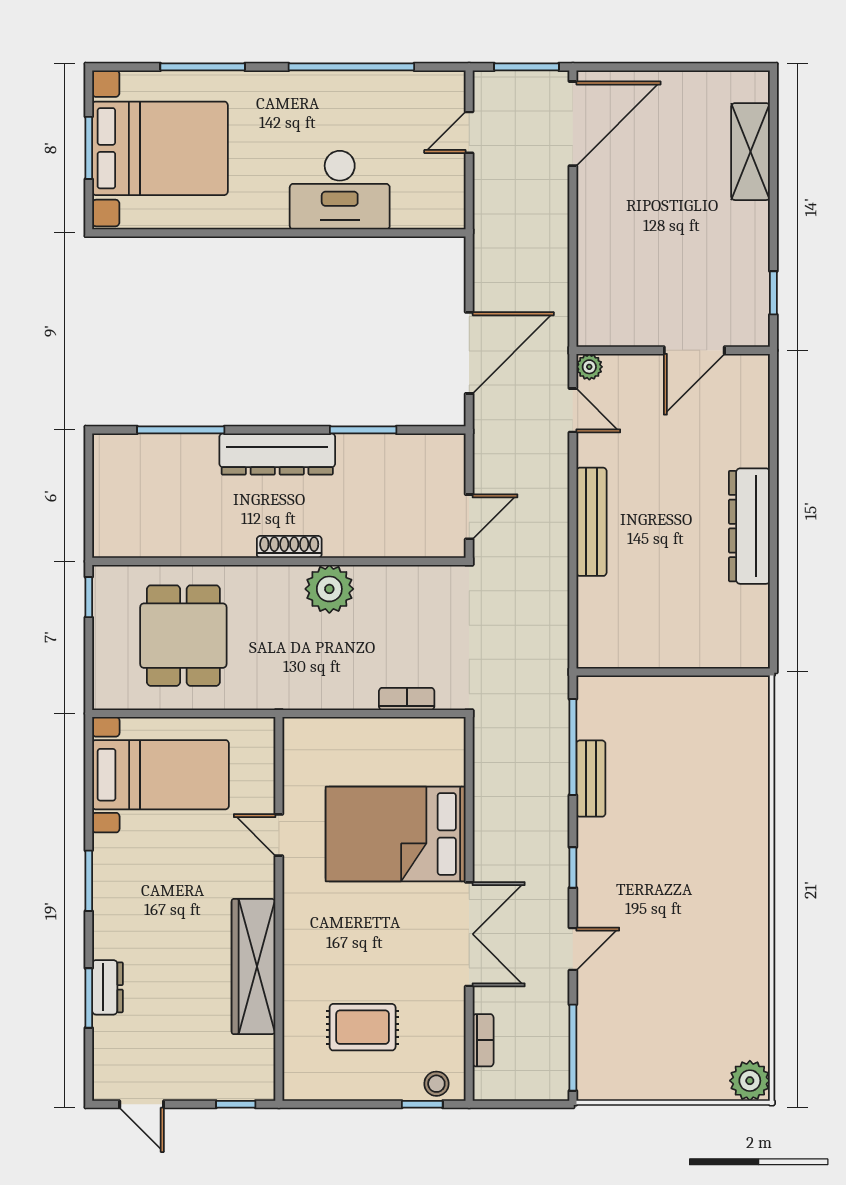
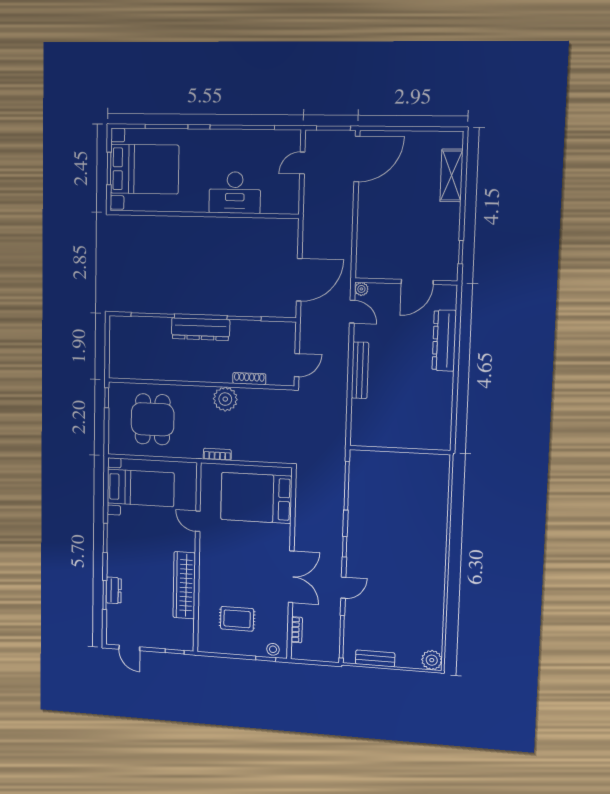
dresser: (749, 526) -> (444, 341), moved
shoe rack: (289, 547) -> (249, 379), moved
bookcase: (407, 699) -> (217, 454), moved
bench: (591, 779) -> (375, 658), moved, turned 90
bed: (396, 834) -> (256, 498), moved

